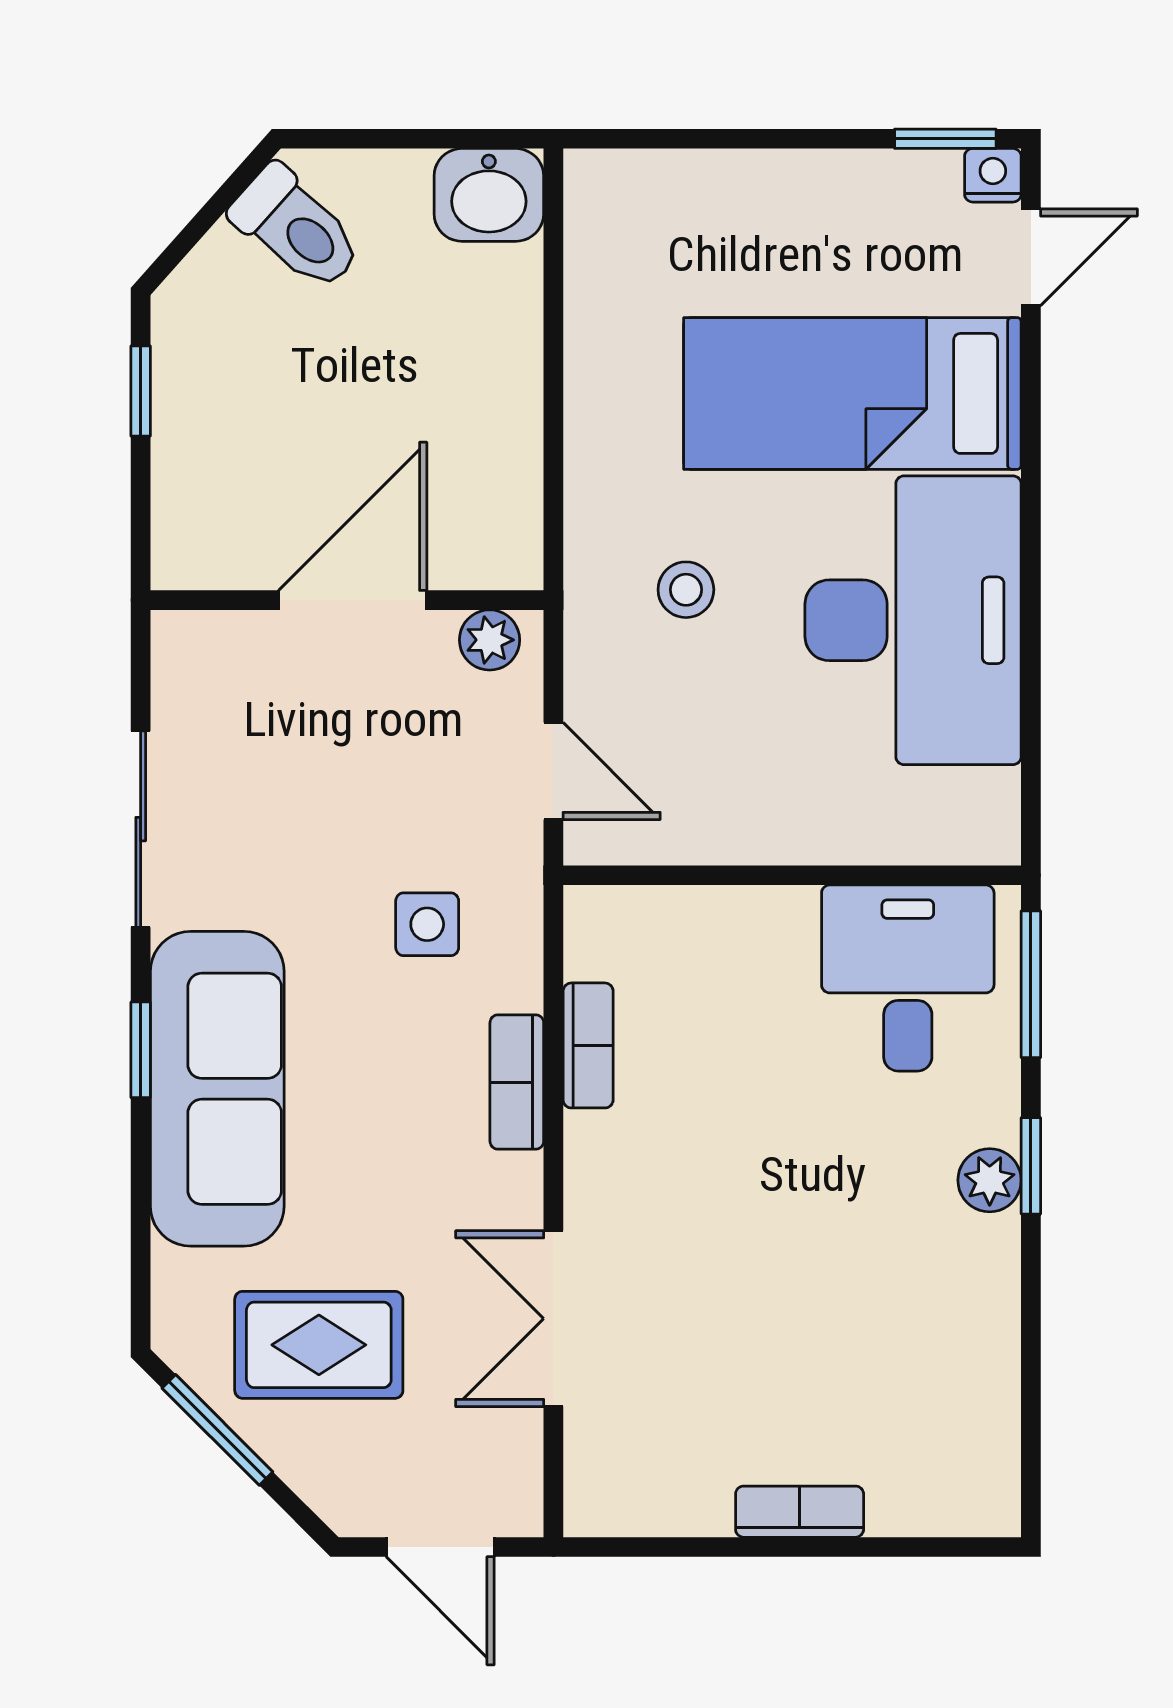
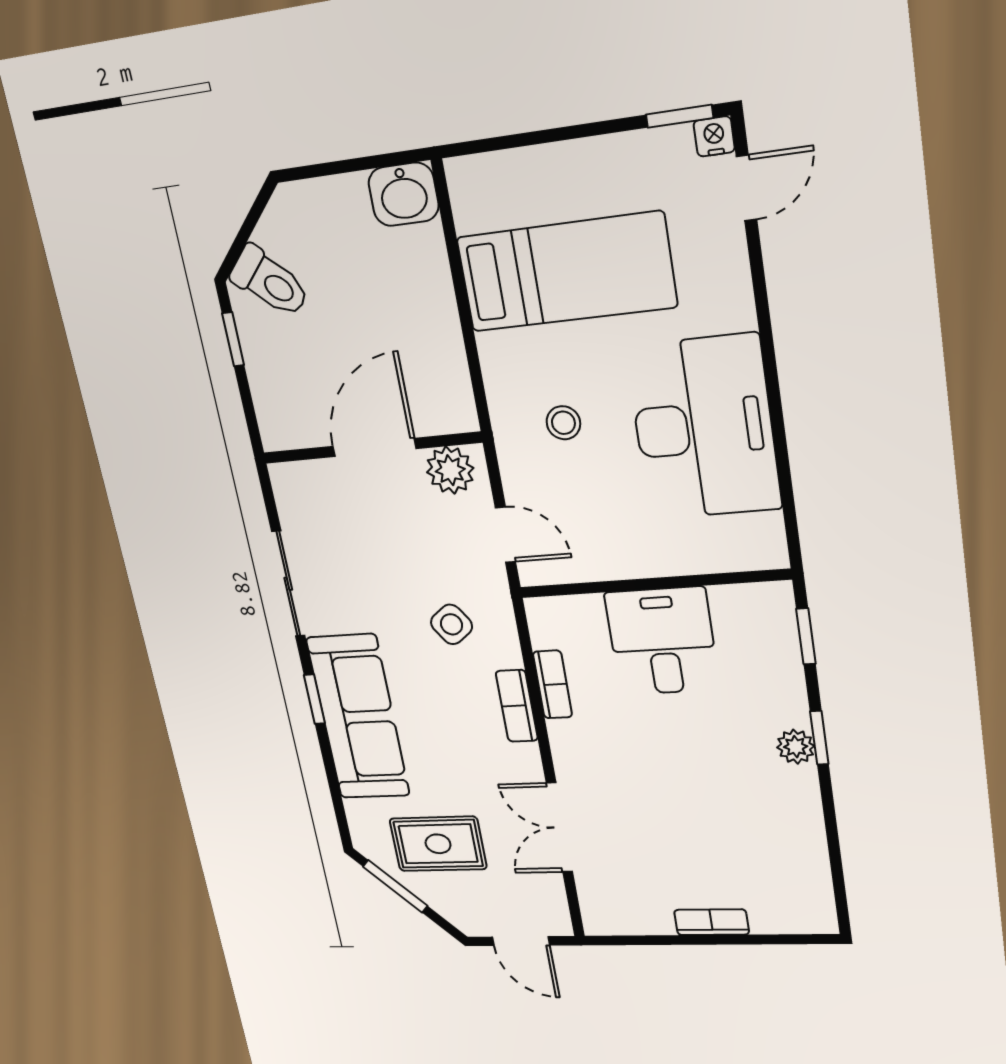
toilet: (297, 228) -> (270, 282), moved
bed: (852, 393) -> (566, 272), moved, turned 180
plant: (490, 640) -> (450, 470), width x1.38, depth x1.38
side table: (427, 924) -> (452, 624), turned -36
desk: (908, 978) -> (662, 641), moved
window: (1031, 984) -> (806, 636), width x0.67

